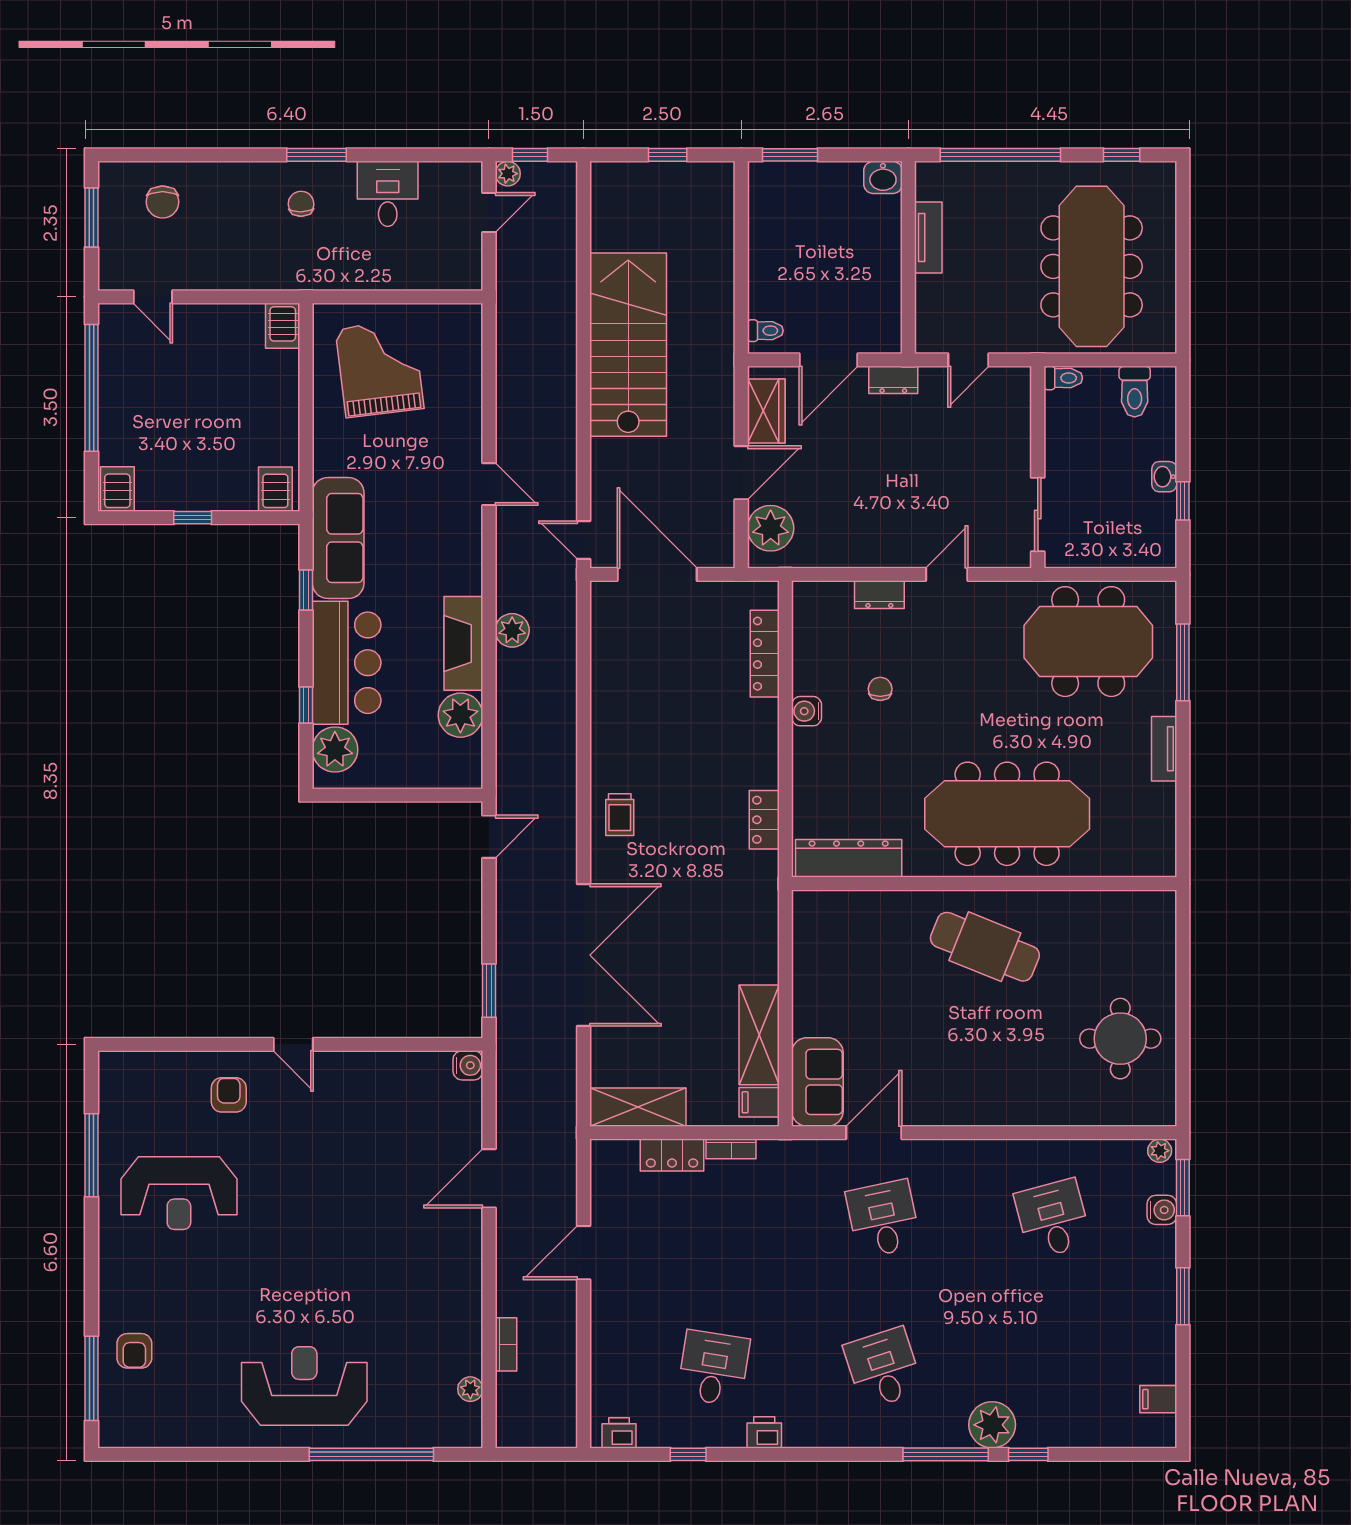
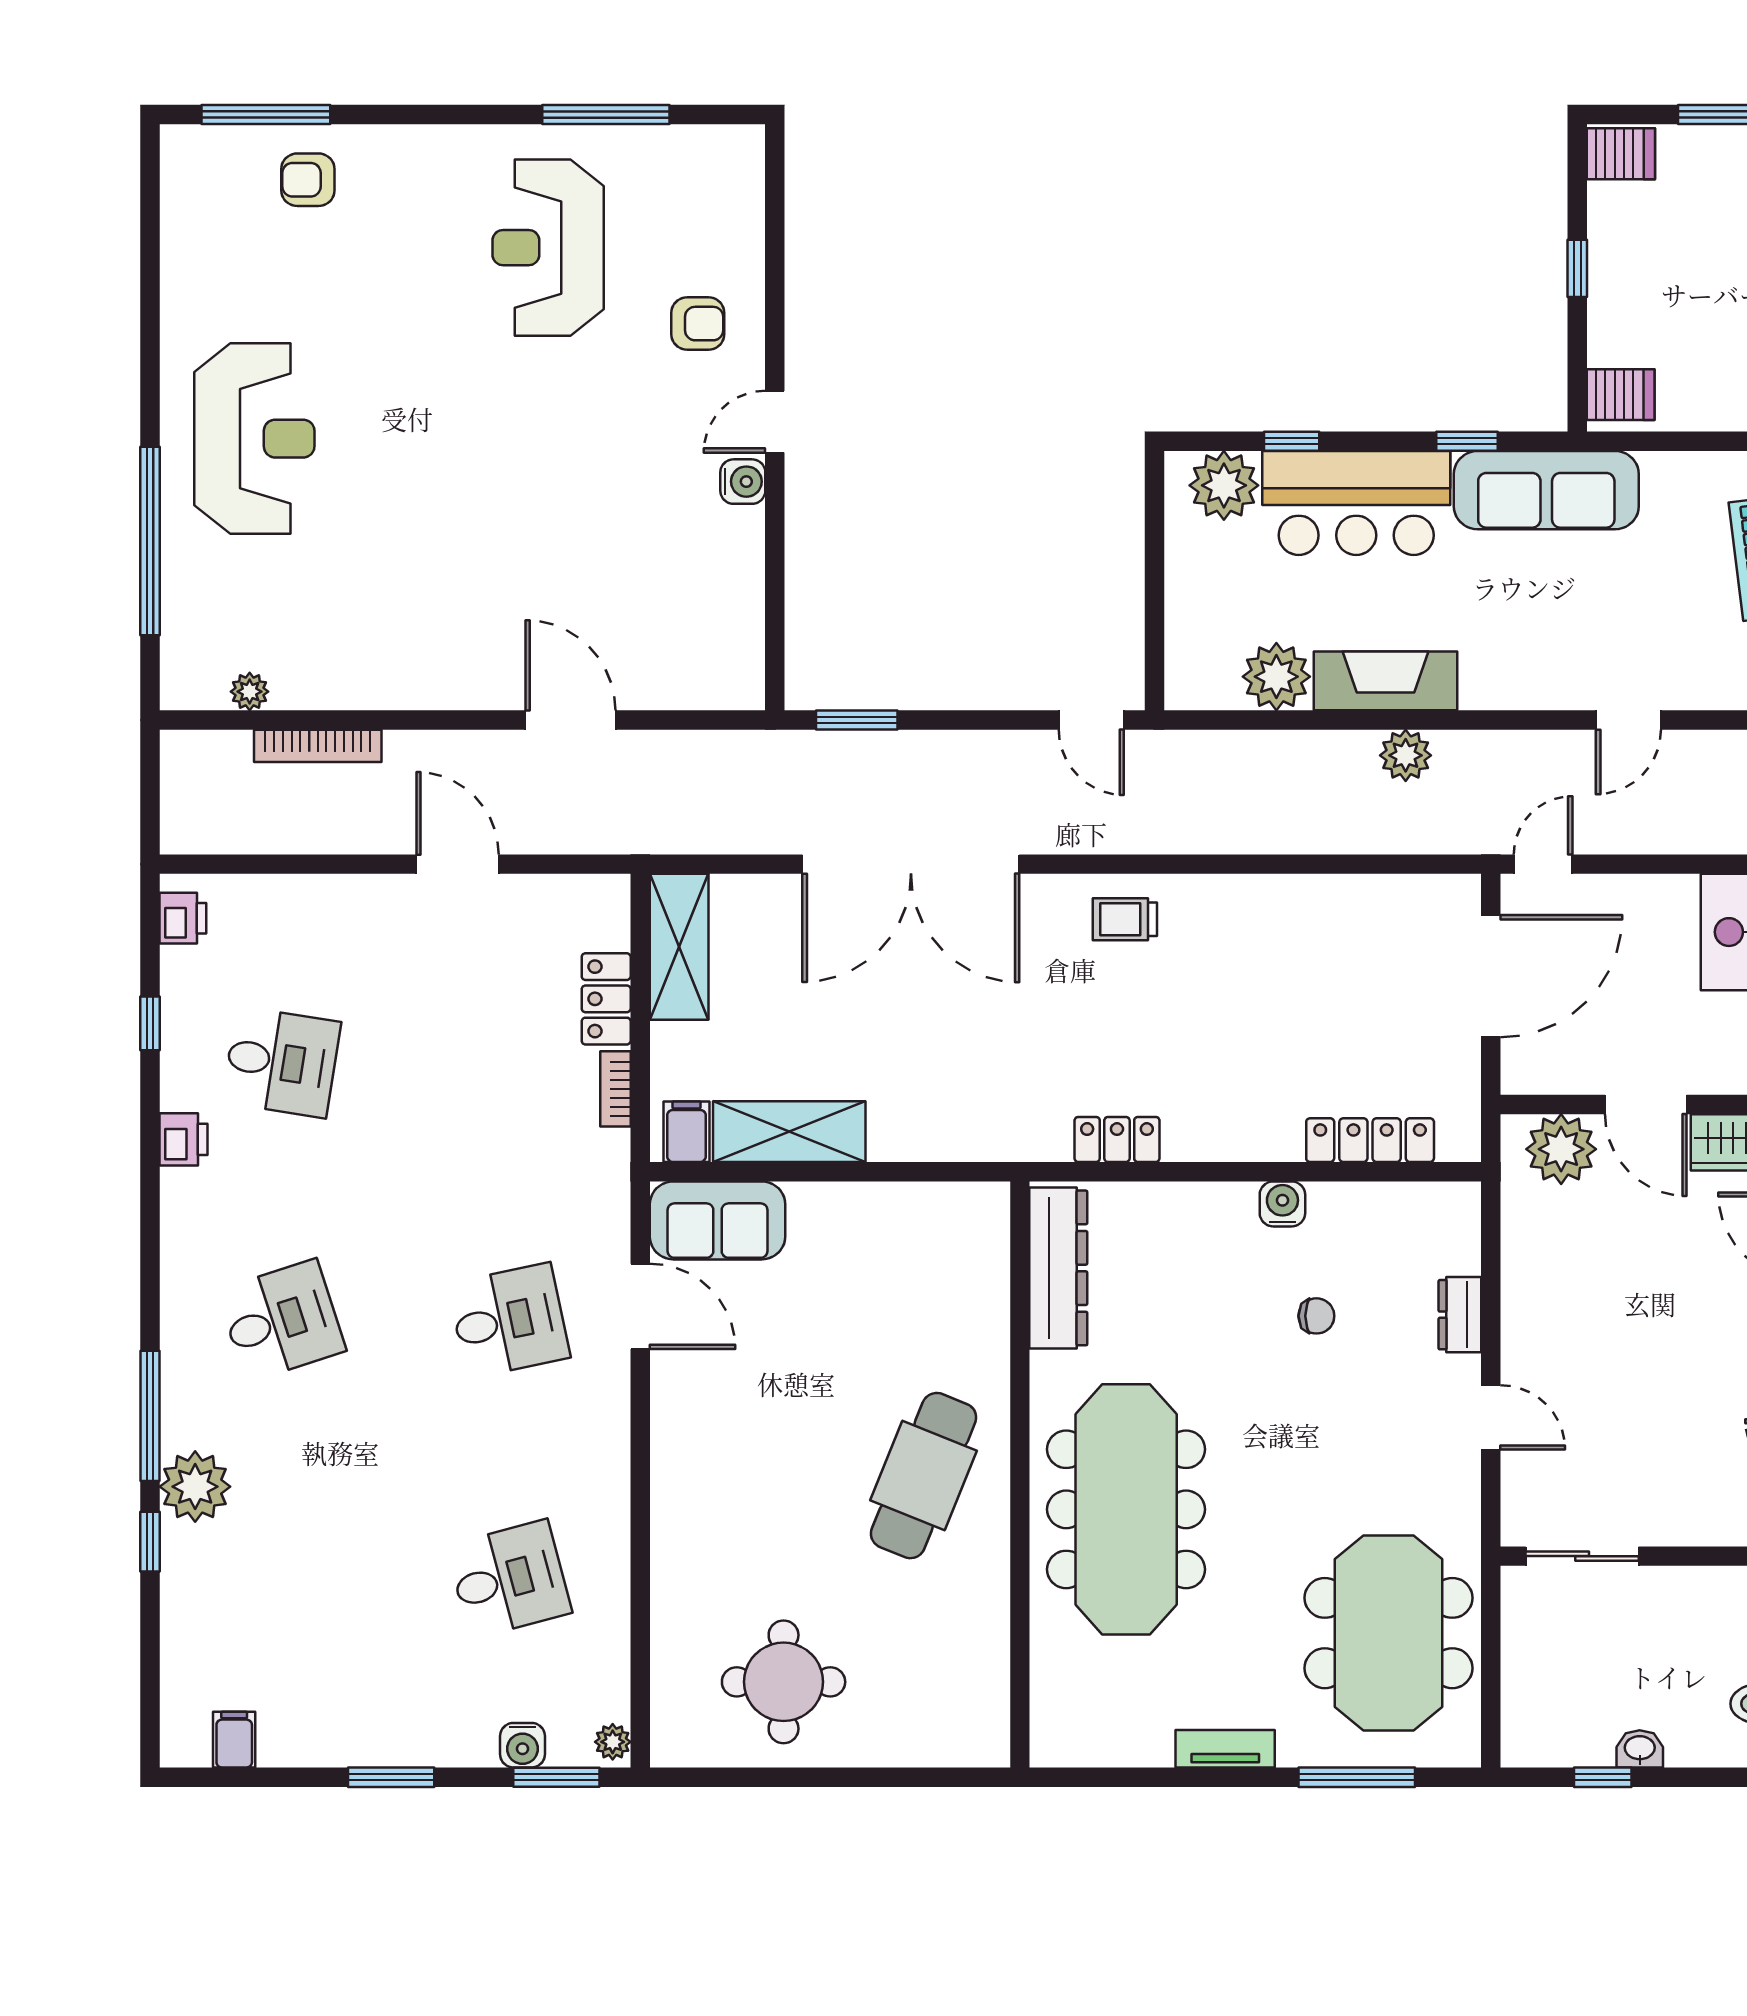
water cooler: (468, 1065) -> (743, 482), moved, turned -90
bookcase: (506, 1344) -> (318, 746), width x1.56

